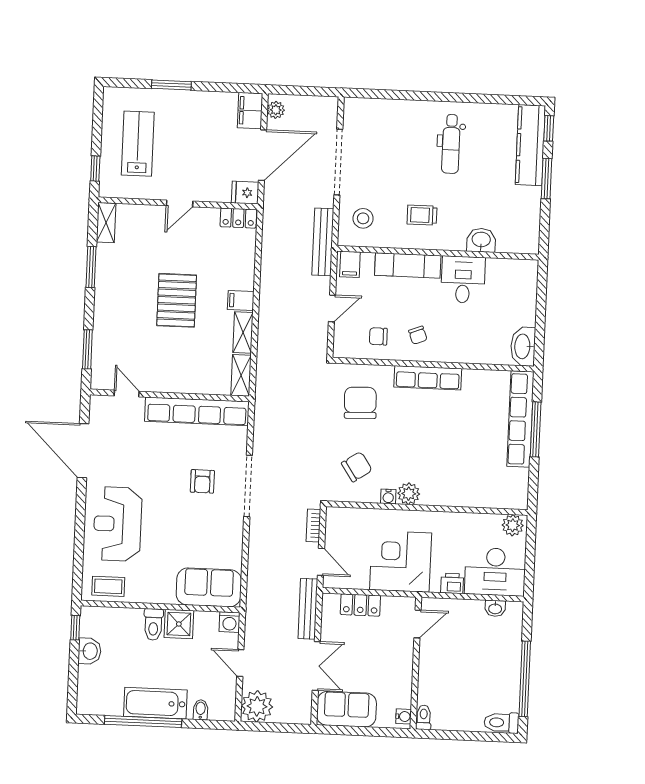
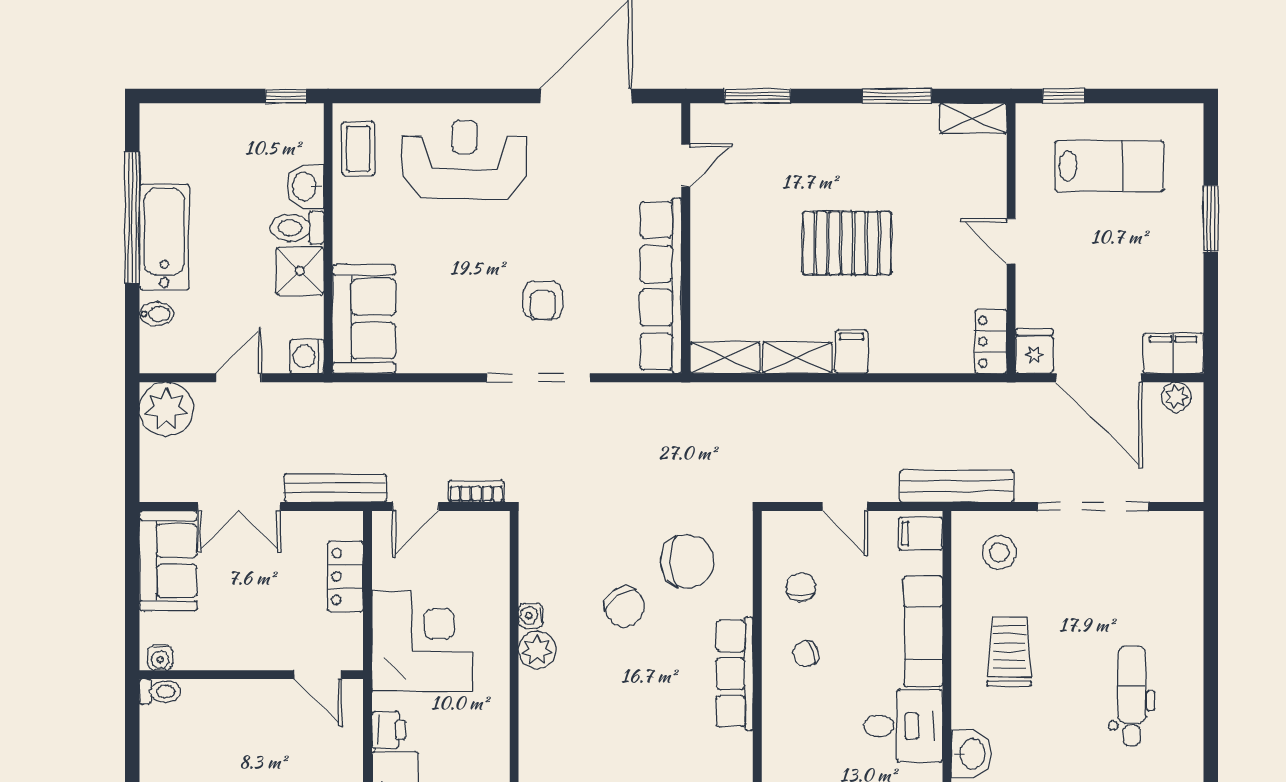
dental chair: (451, 144) -> (1132, 696), turned 90
trolley: (422, 215) -> (1009, 652), width x1.36, depth x1.39
chair: (357, 467) -> (624, 607), moved
armchair: (202, 481) -> (543, 300), turned -90
washbasin: (90, 651) -> (305, 187), moved, turned 90

